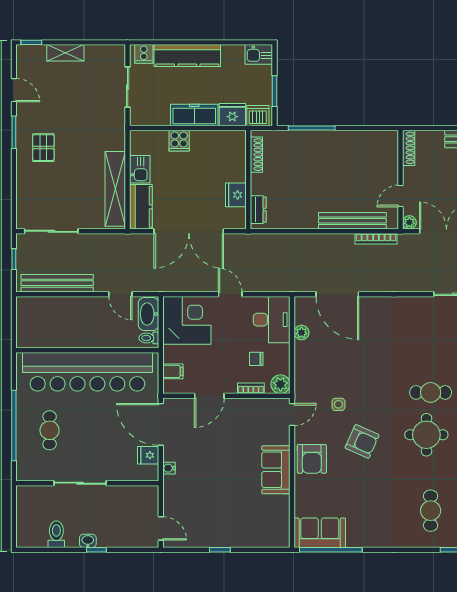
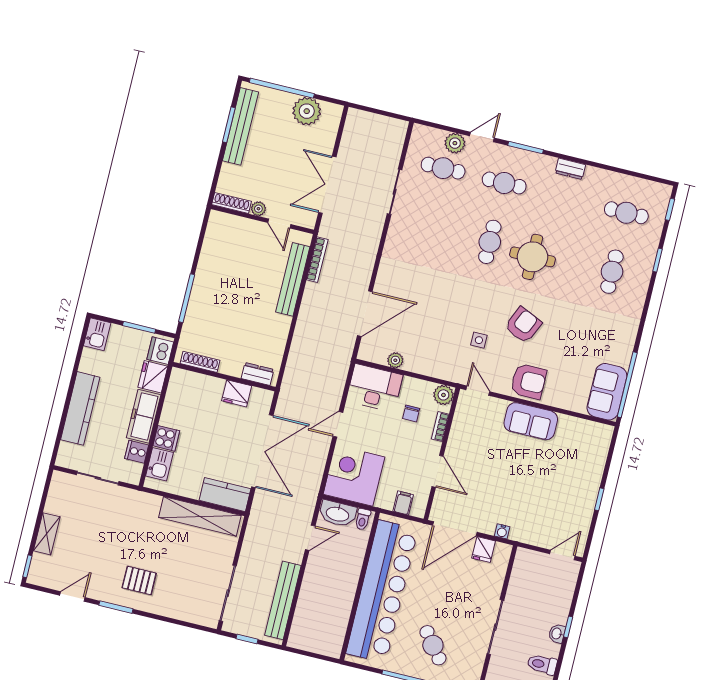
cooker: (144, 54) -> (137, 452), moved, turned 180
kitchen sink: (140, 169) -> (159, 464), moved, turned 90
plant: (409, 222) -> (258, 209), moved
cafe table: (50, 430) -> (433, 645), turned 52
cafe table: (431, 511) -> (612, 272), turned 90

